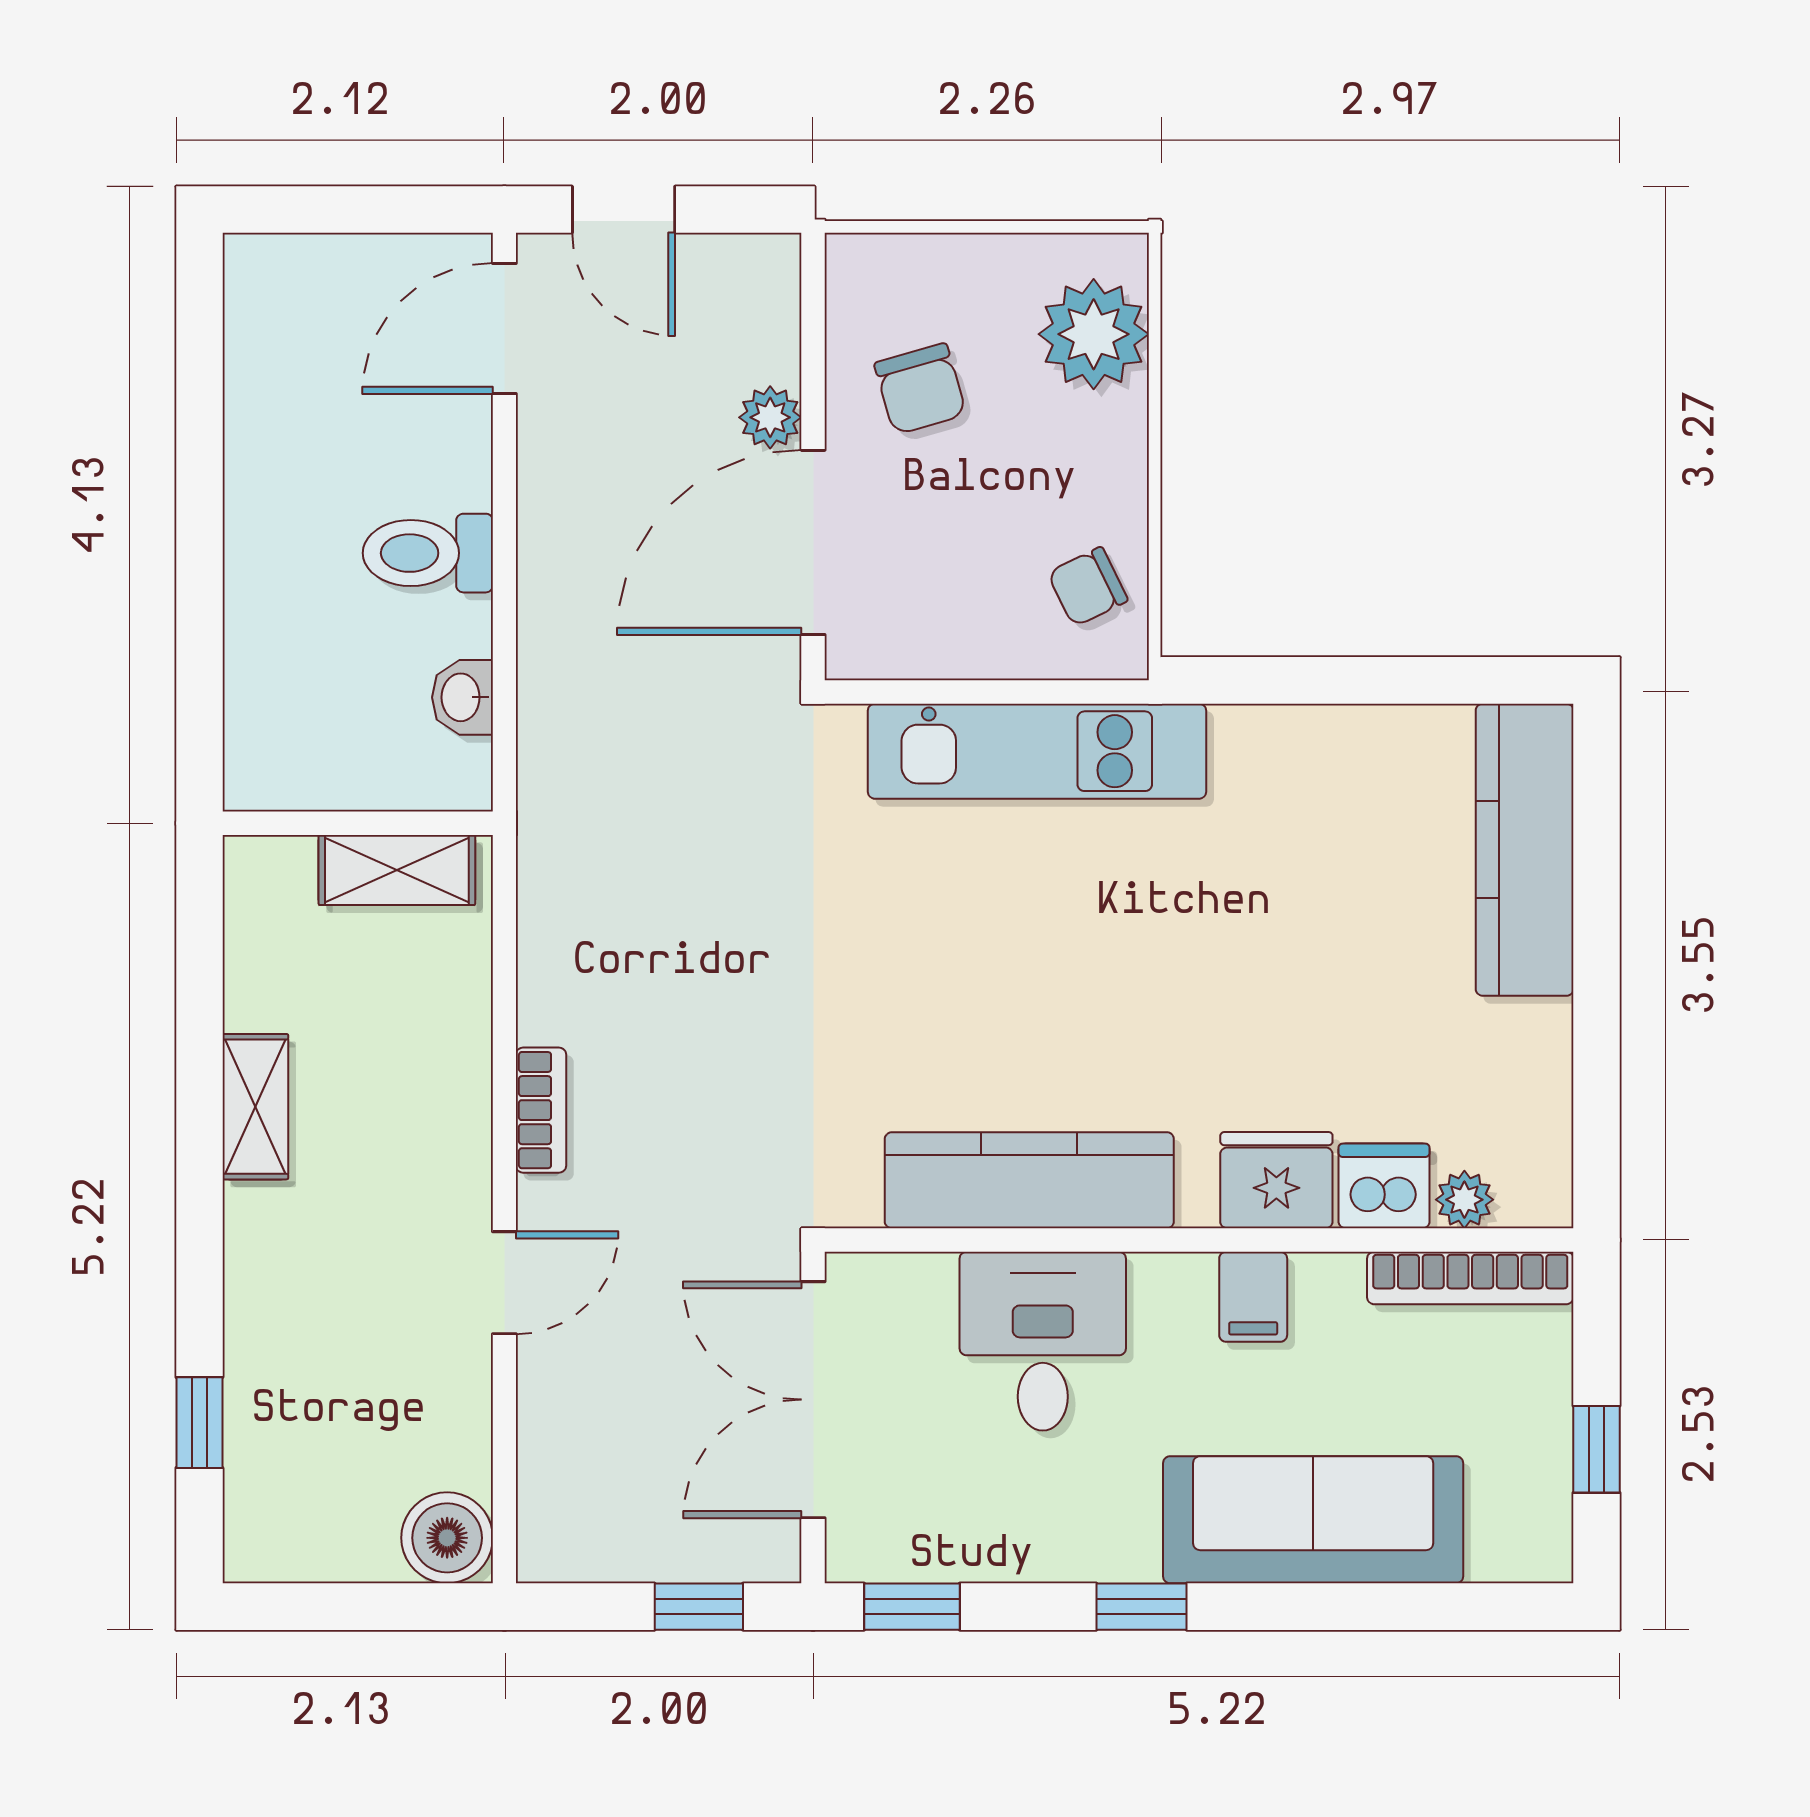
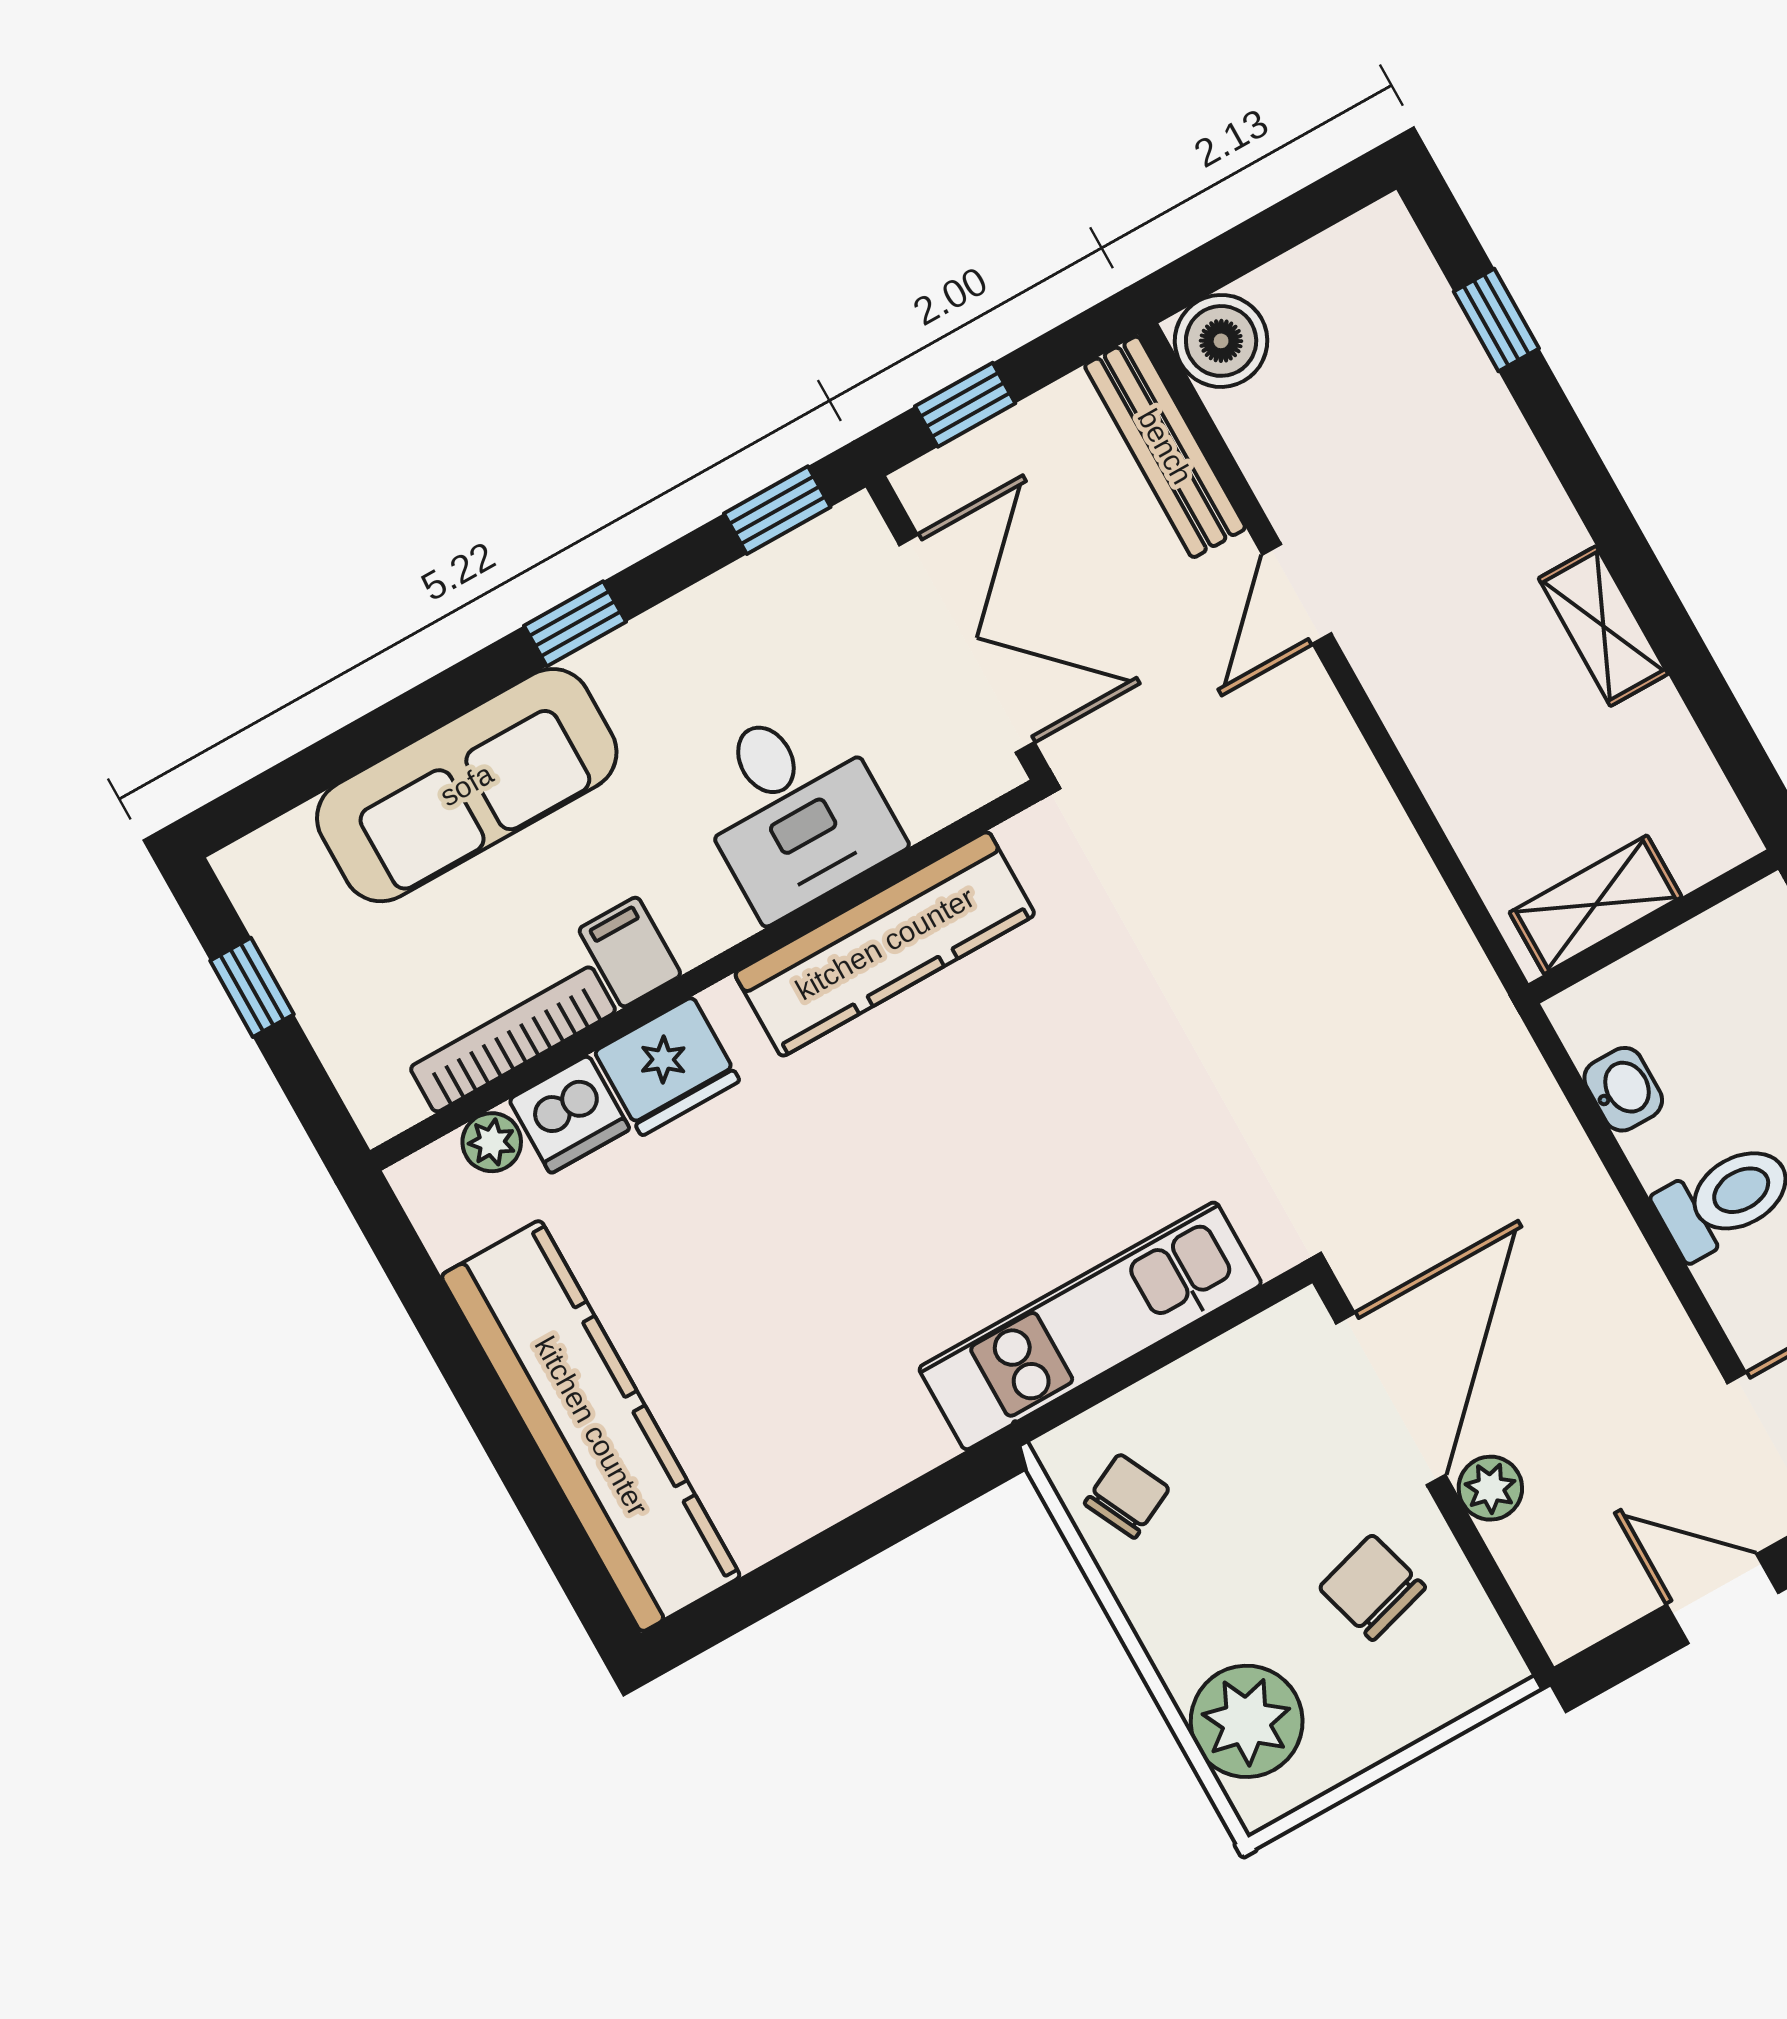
kitchen counter: (1525, 850) -> (591, 1426), width x1.39, depth x1.17
bookcase: (541, 1110) -> (1350, 764), removed
bookcase: (1470, 1278) -> (513, 1039), moved
bench: (547, 1474) -> (1165, 447), added

